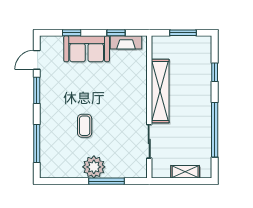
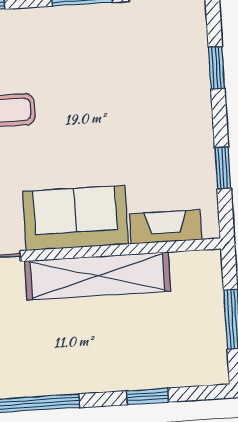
fireplace: (126, 42) -> (166, 227), moved, turned 90
sofa: (87, 49) -> (75, 218), moved, turned 90

